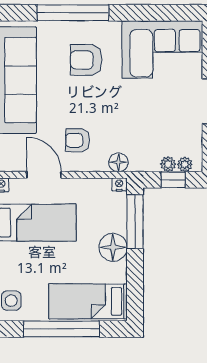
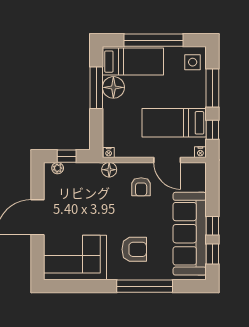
armchair: (77, 140) -> (141, 187), turned 90
plant: (168, 164) -> (71, 168), removed
window: (135, 222) -> (96, 88), moved
floor lamp: (113, 247) -> (113, 87), moved

